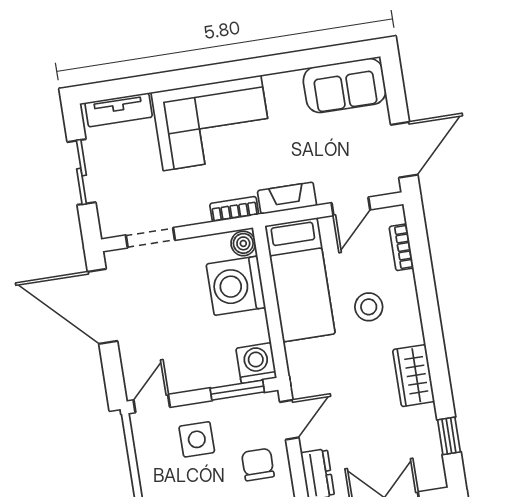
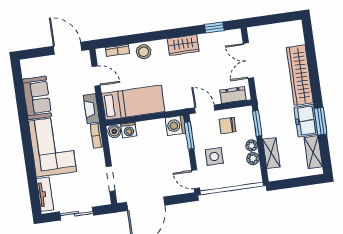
sofa: (345, 85) -> (37, 98), moved
washing machine: (236, 286) -> (129, 130), width x0.53, depth x0.53
stool: (369, 307) -> (144, 52), moved

